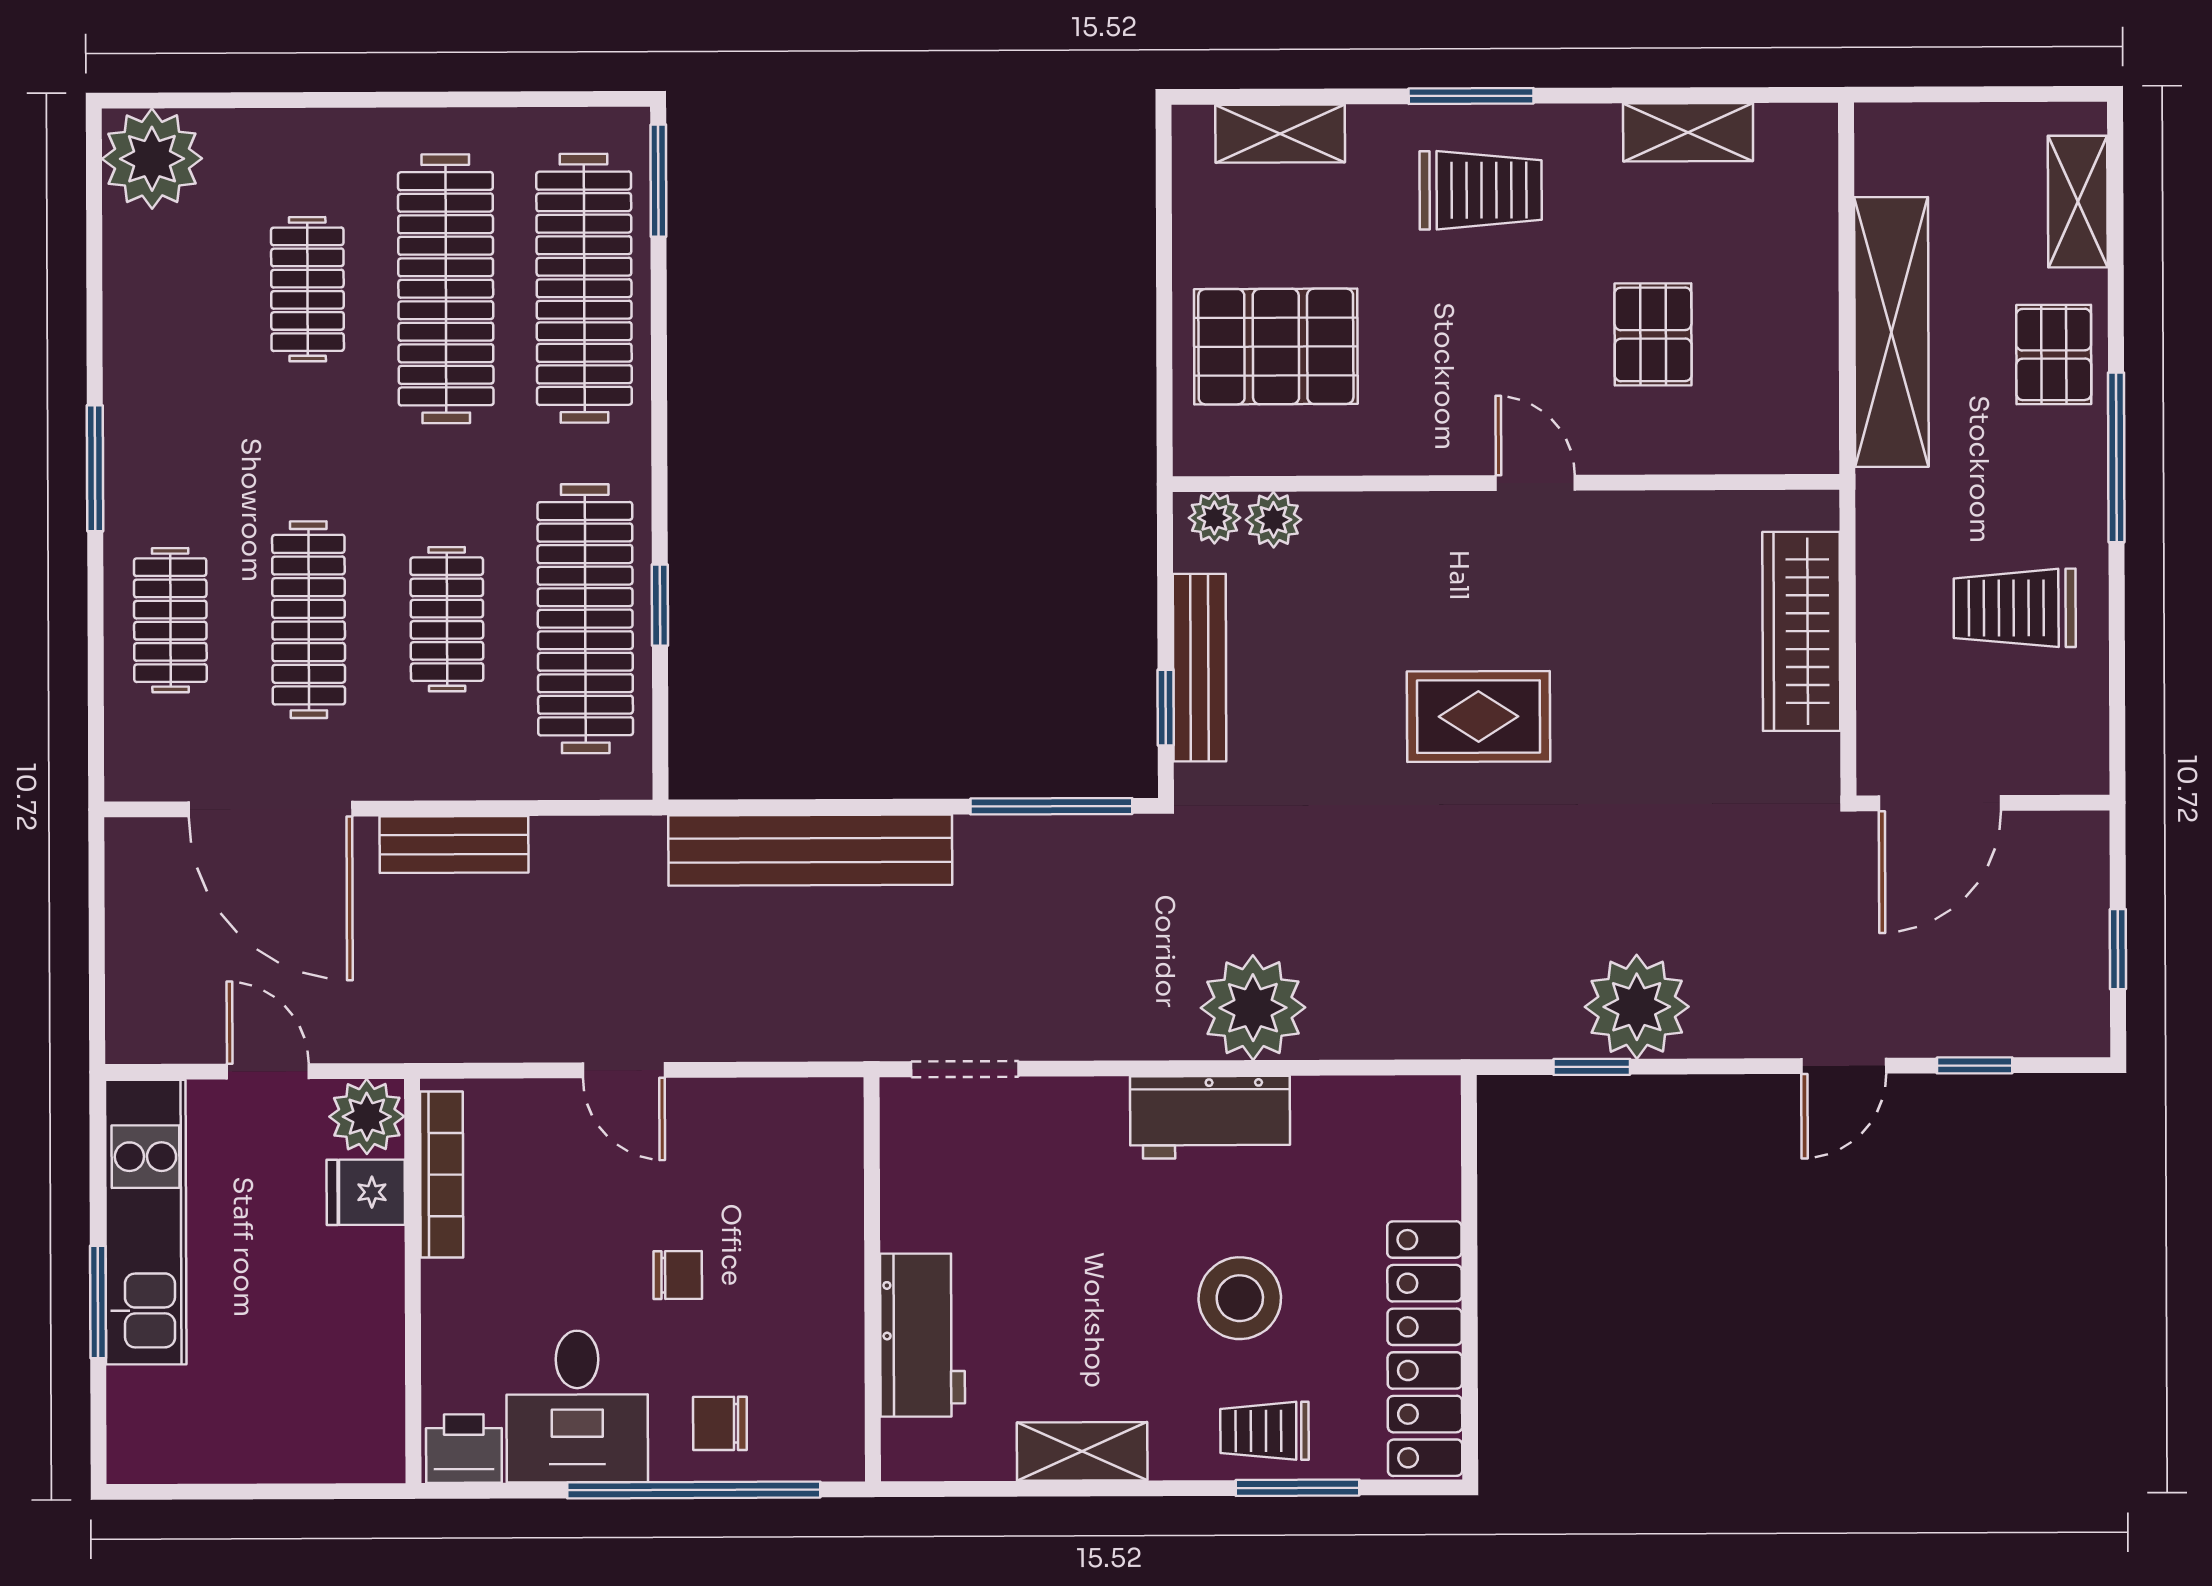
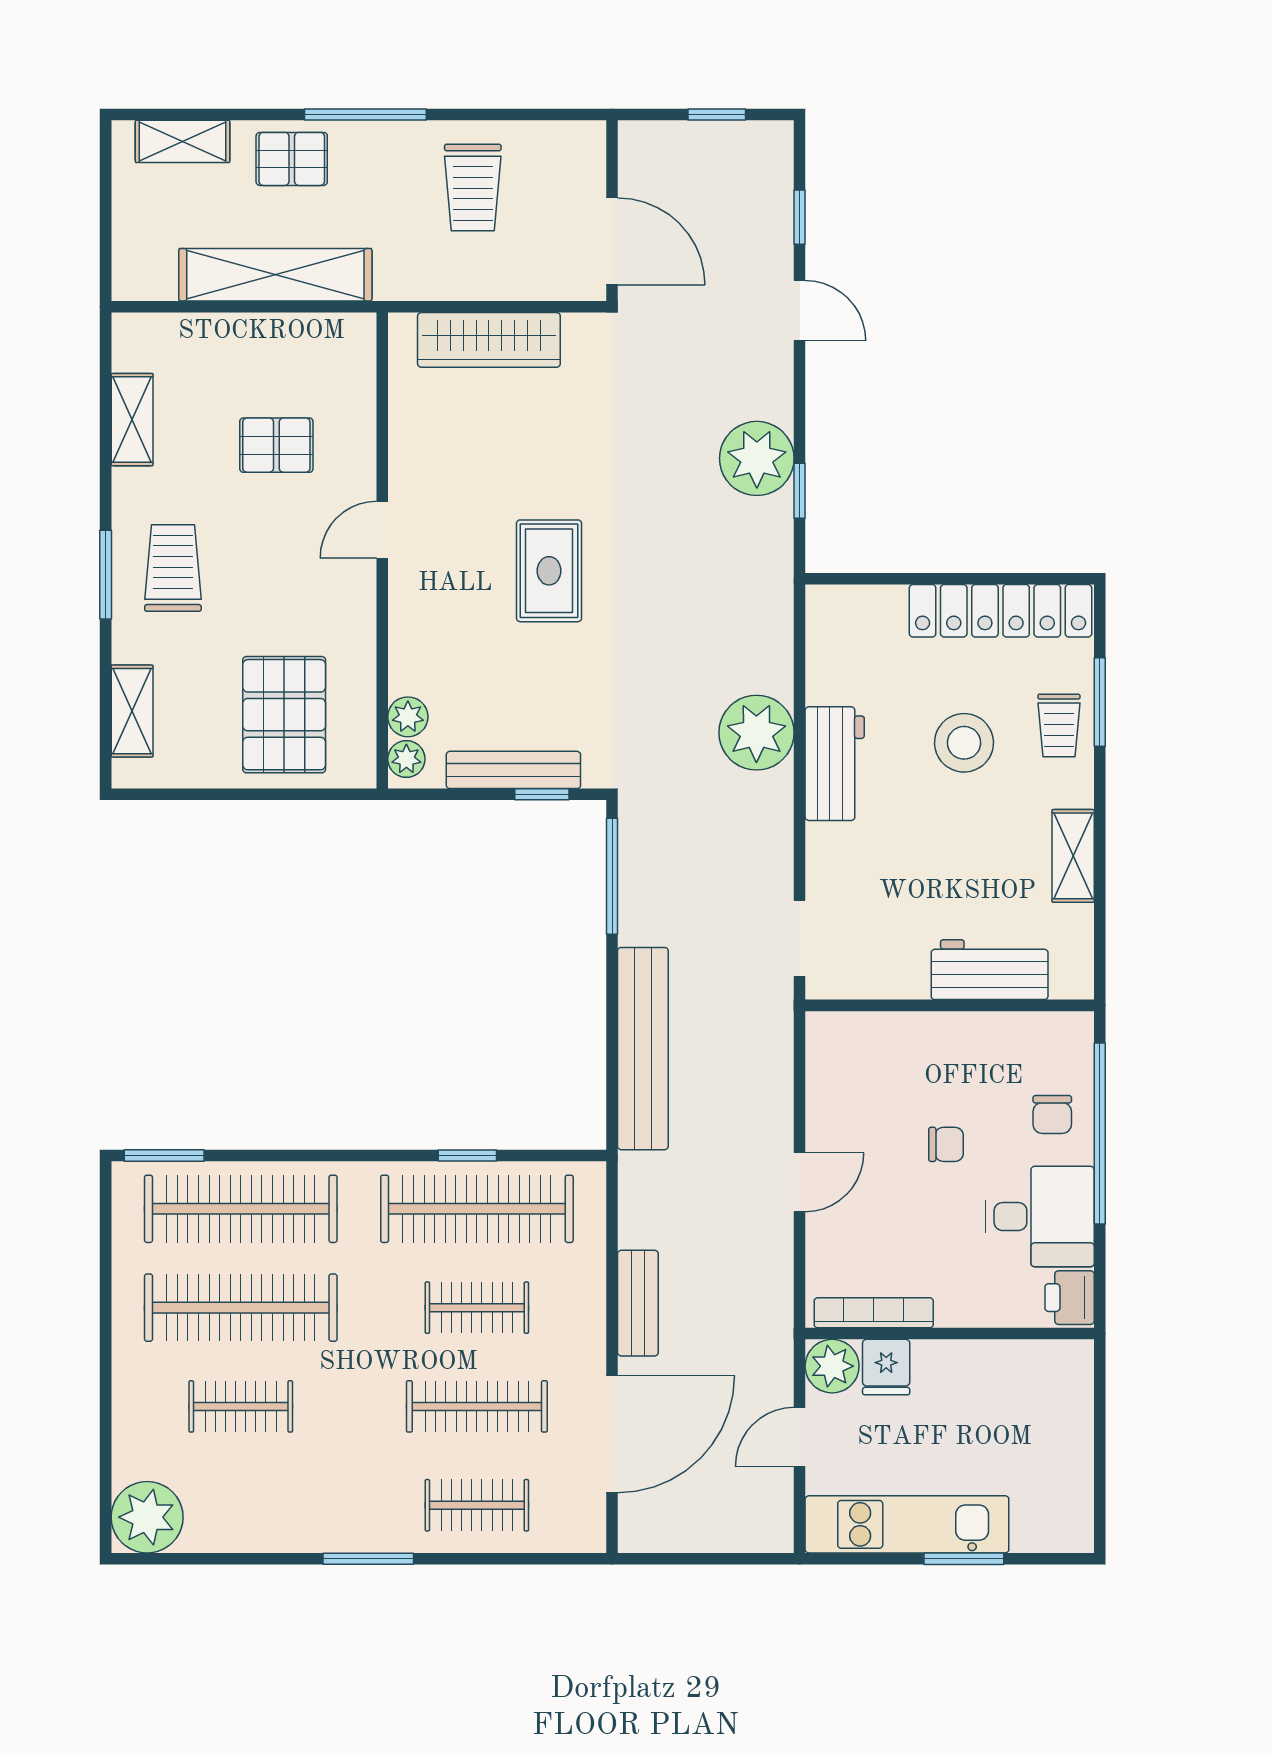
chair: (678, 1275) -> (946, 1144), turned 90

